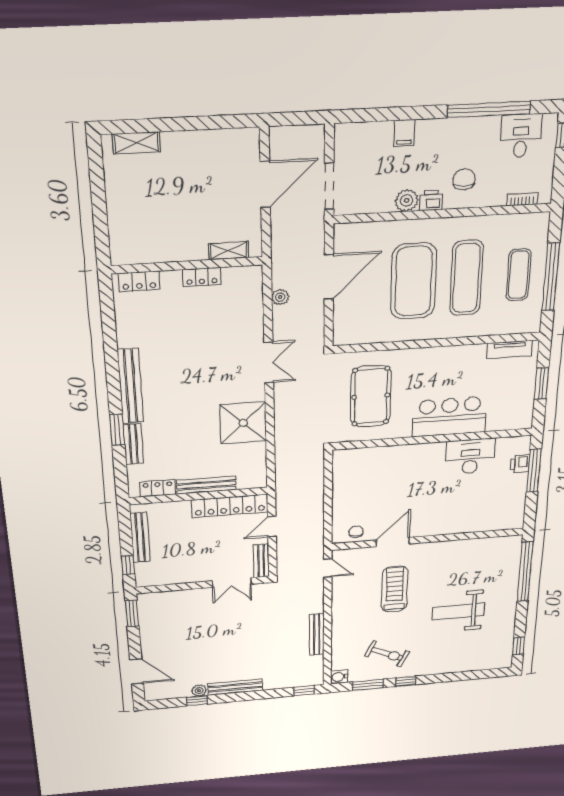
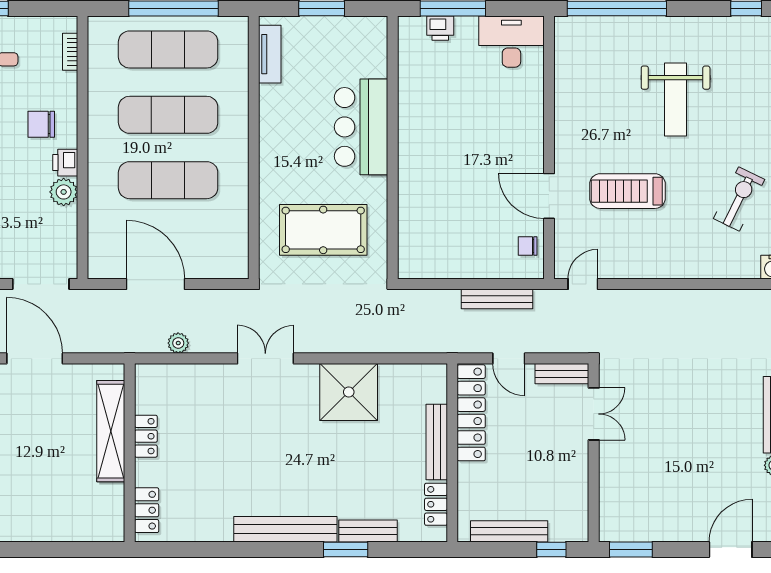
shelving: (229, 251) -> (111, 431), width x2.20, depth x1.33
exercise mat: (519, 275) -> (168, 49), width x1.36, depth x1.45
exercise mat: (414, 281) -> (168, 180), width x0.68
desk: (470, 456) -> (511, 42), moved, turned 90
bench: (317, 634) -> (497, 299), moved

